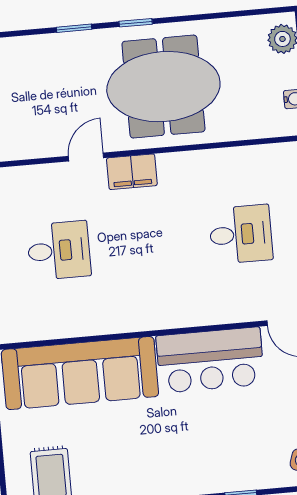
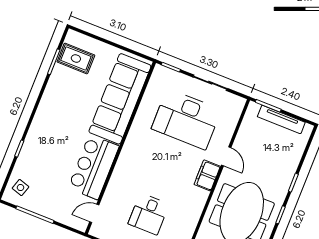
desk: (59, 251) -> (186, 119), width x1.87, depth x1.30

